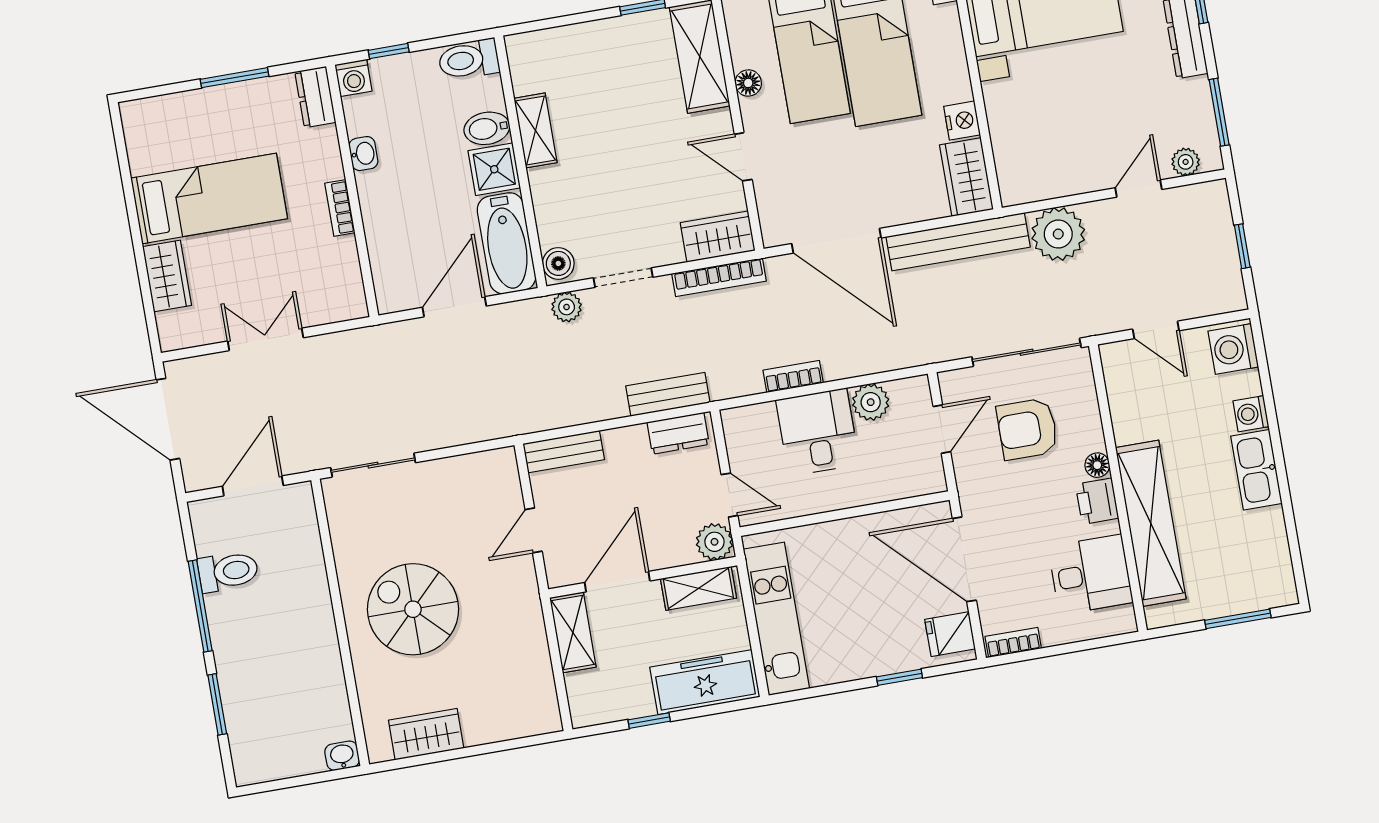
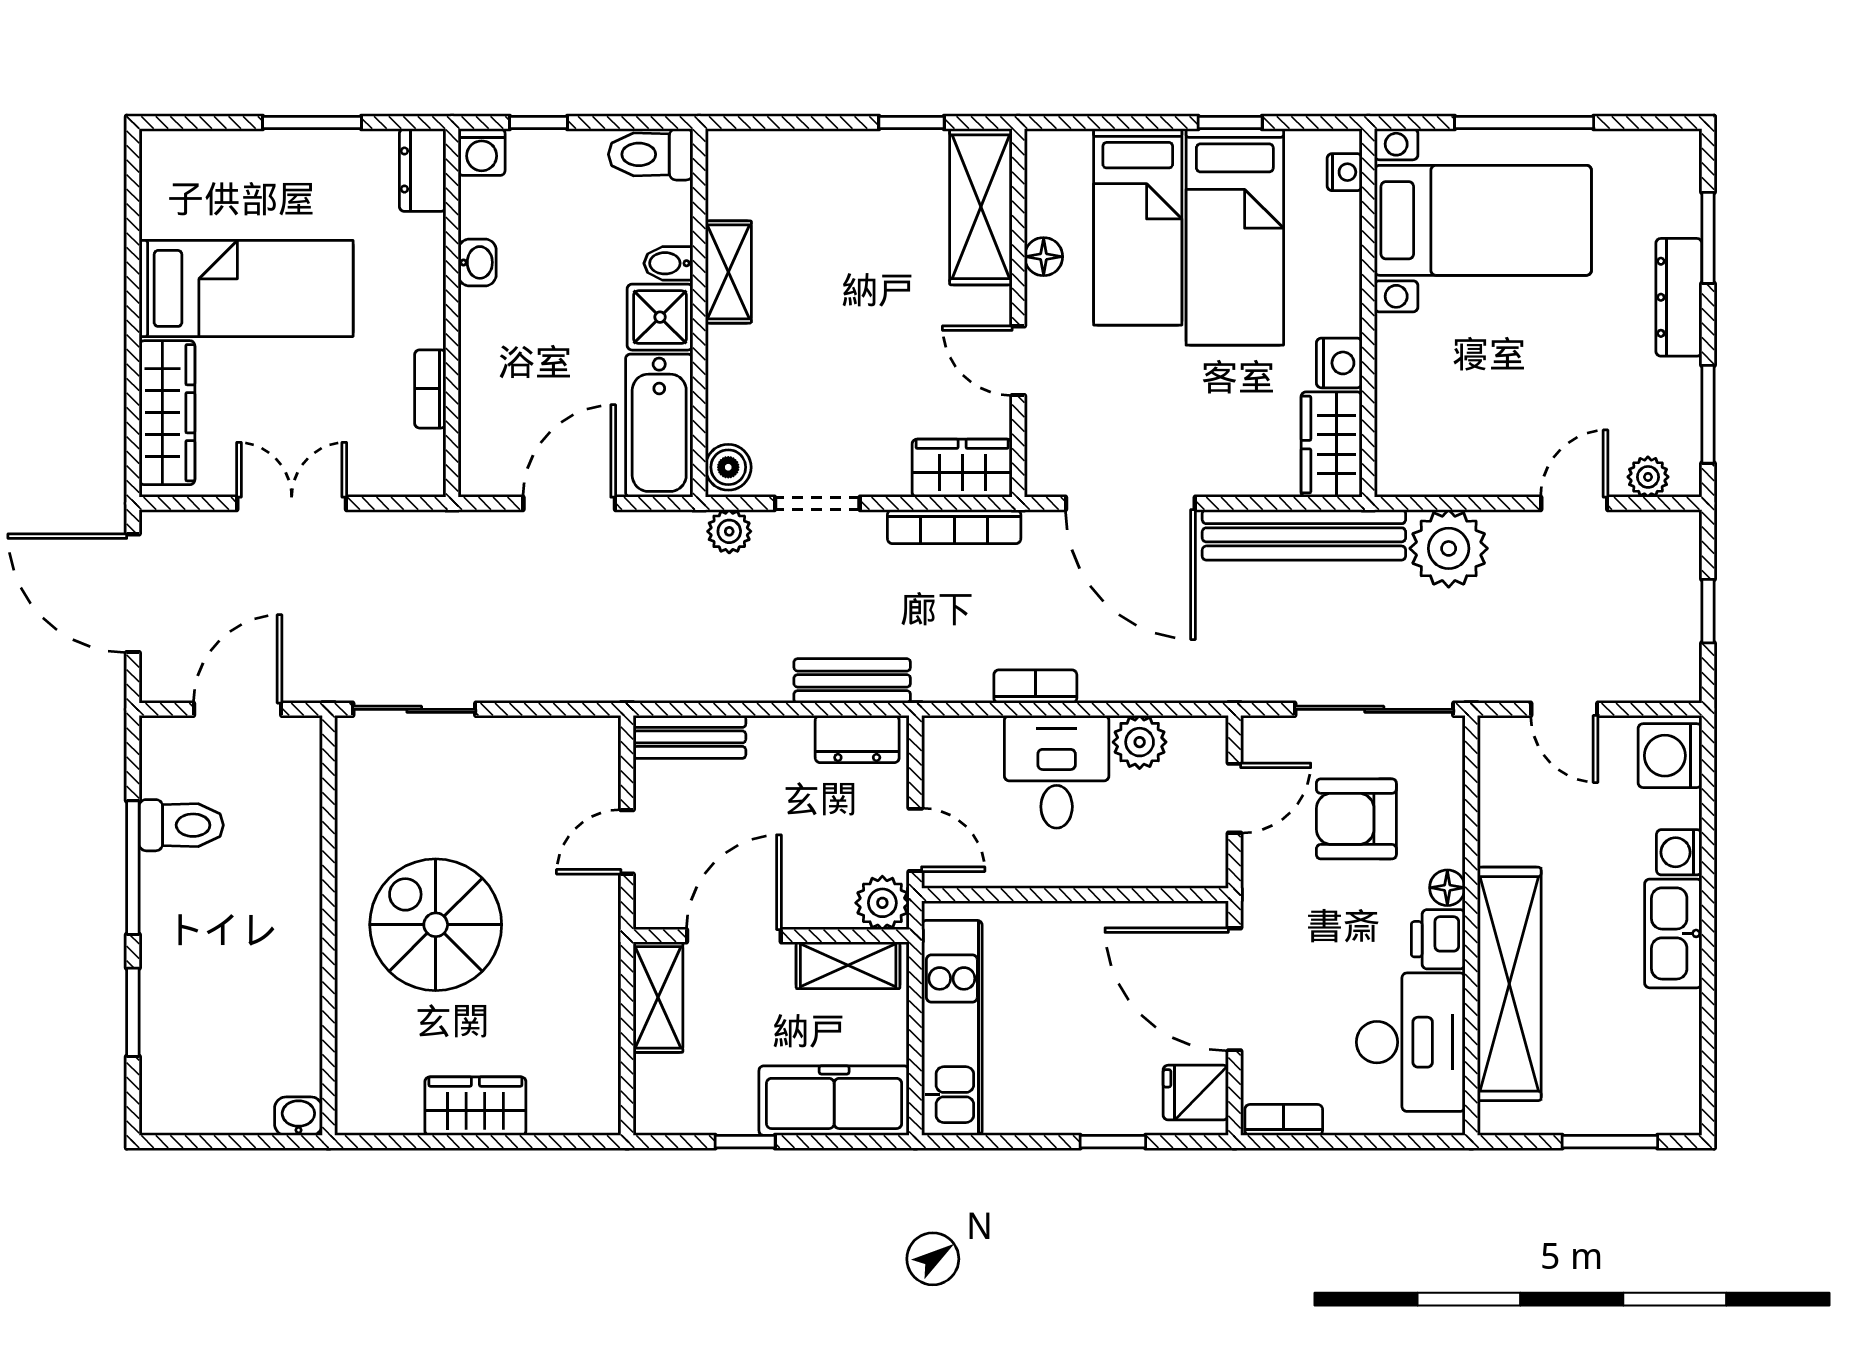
bidet: (487, 128) -> (668, 263), width x0.72, depth x0.74
bookcase: (340, 208) -> (430, 389), moved
wardrobe: (167, 276) -> (167, 413), width x1.50
desk: (1090, 575) -> (1411, 1042), width x1.37
wardrobe: (426, 734) -> (475, 1106), moved

